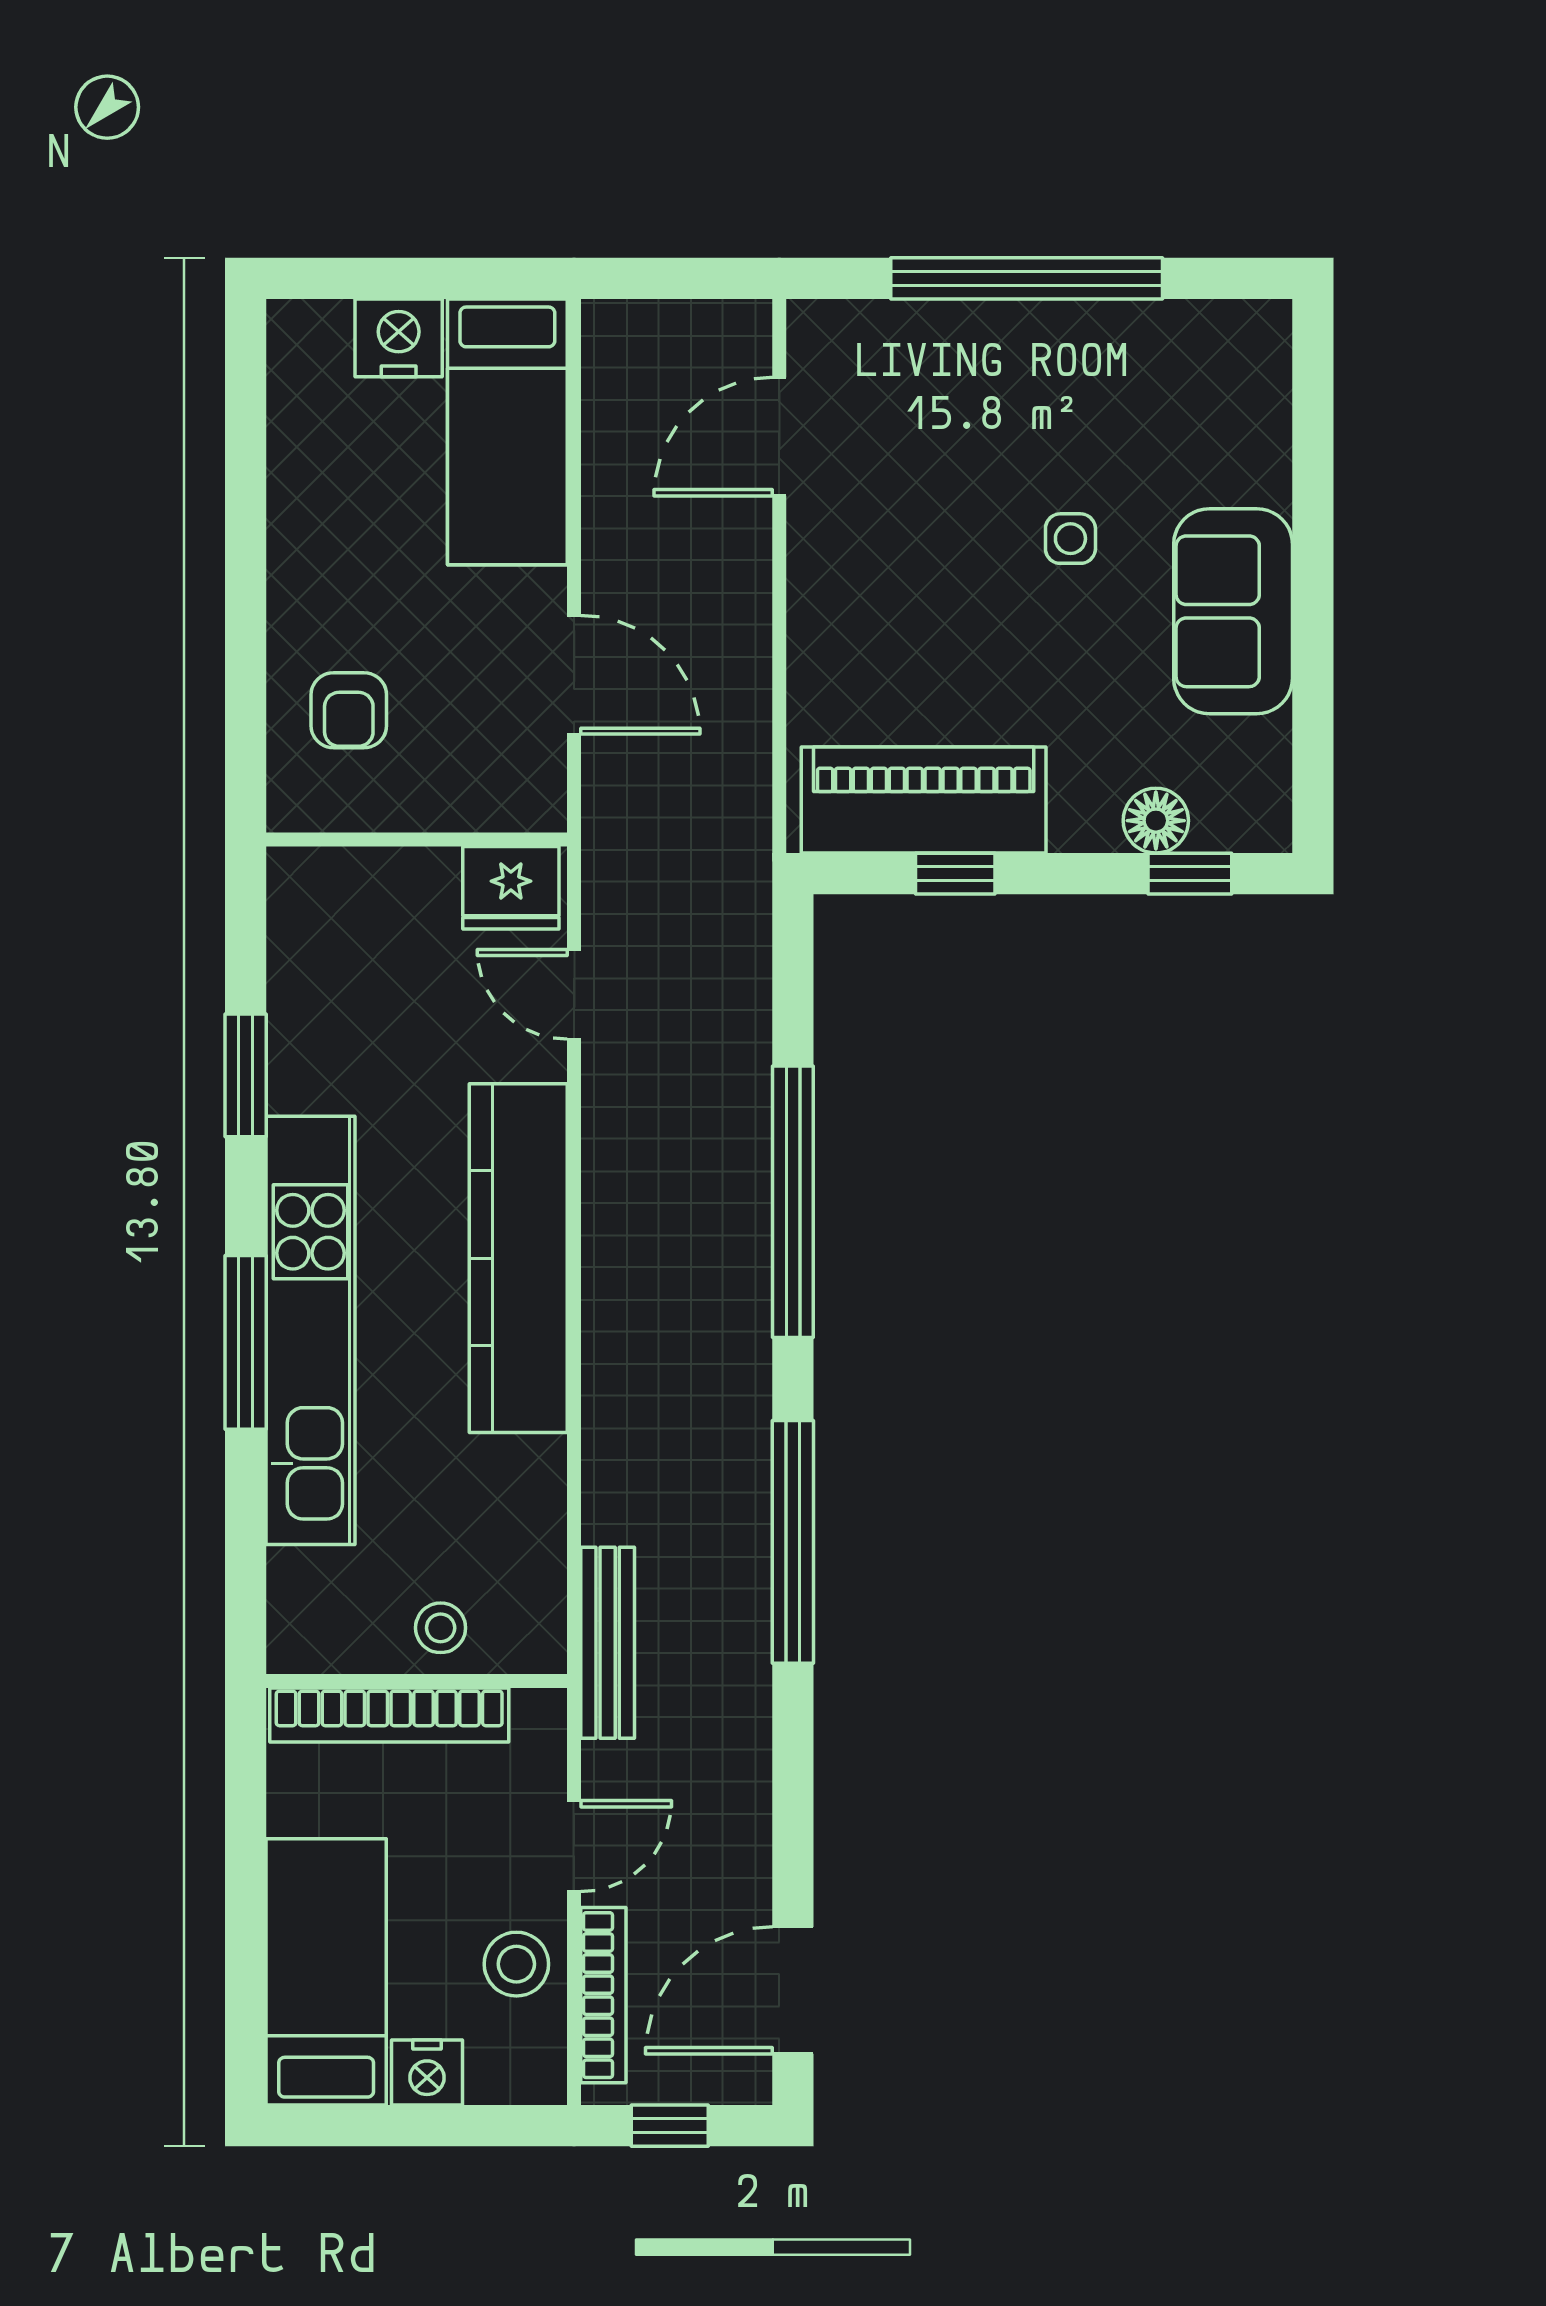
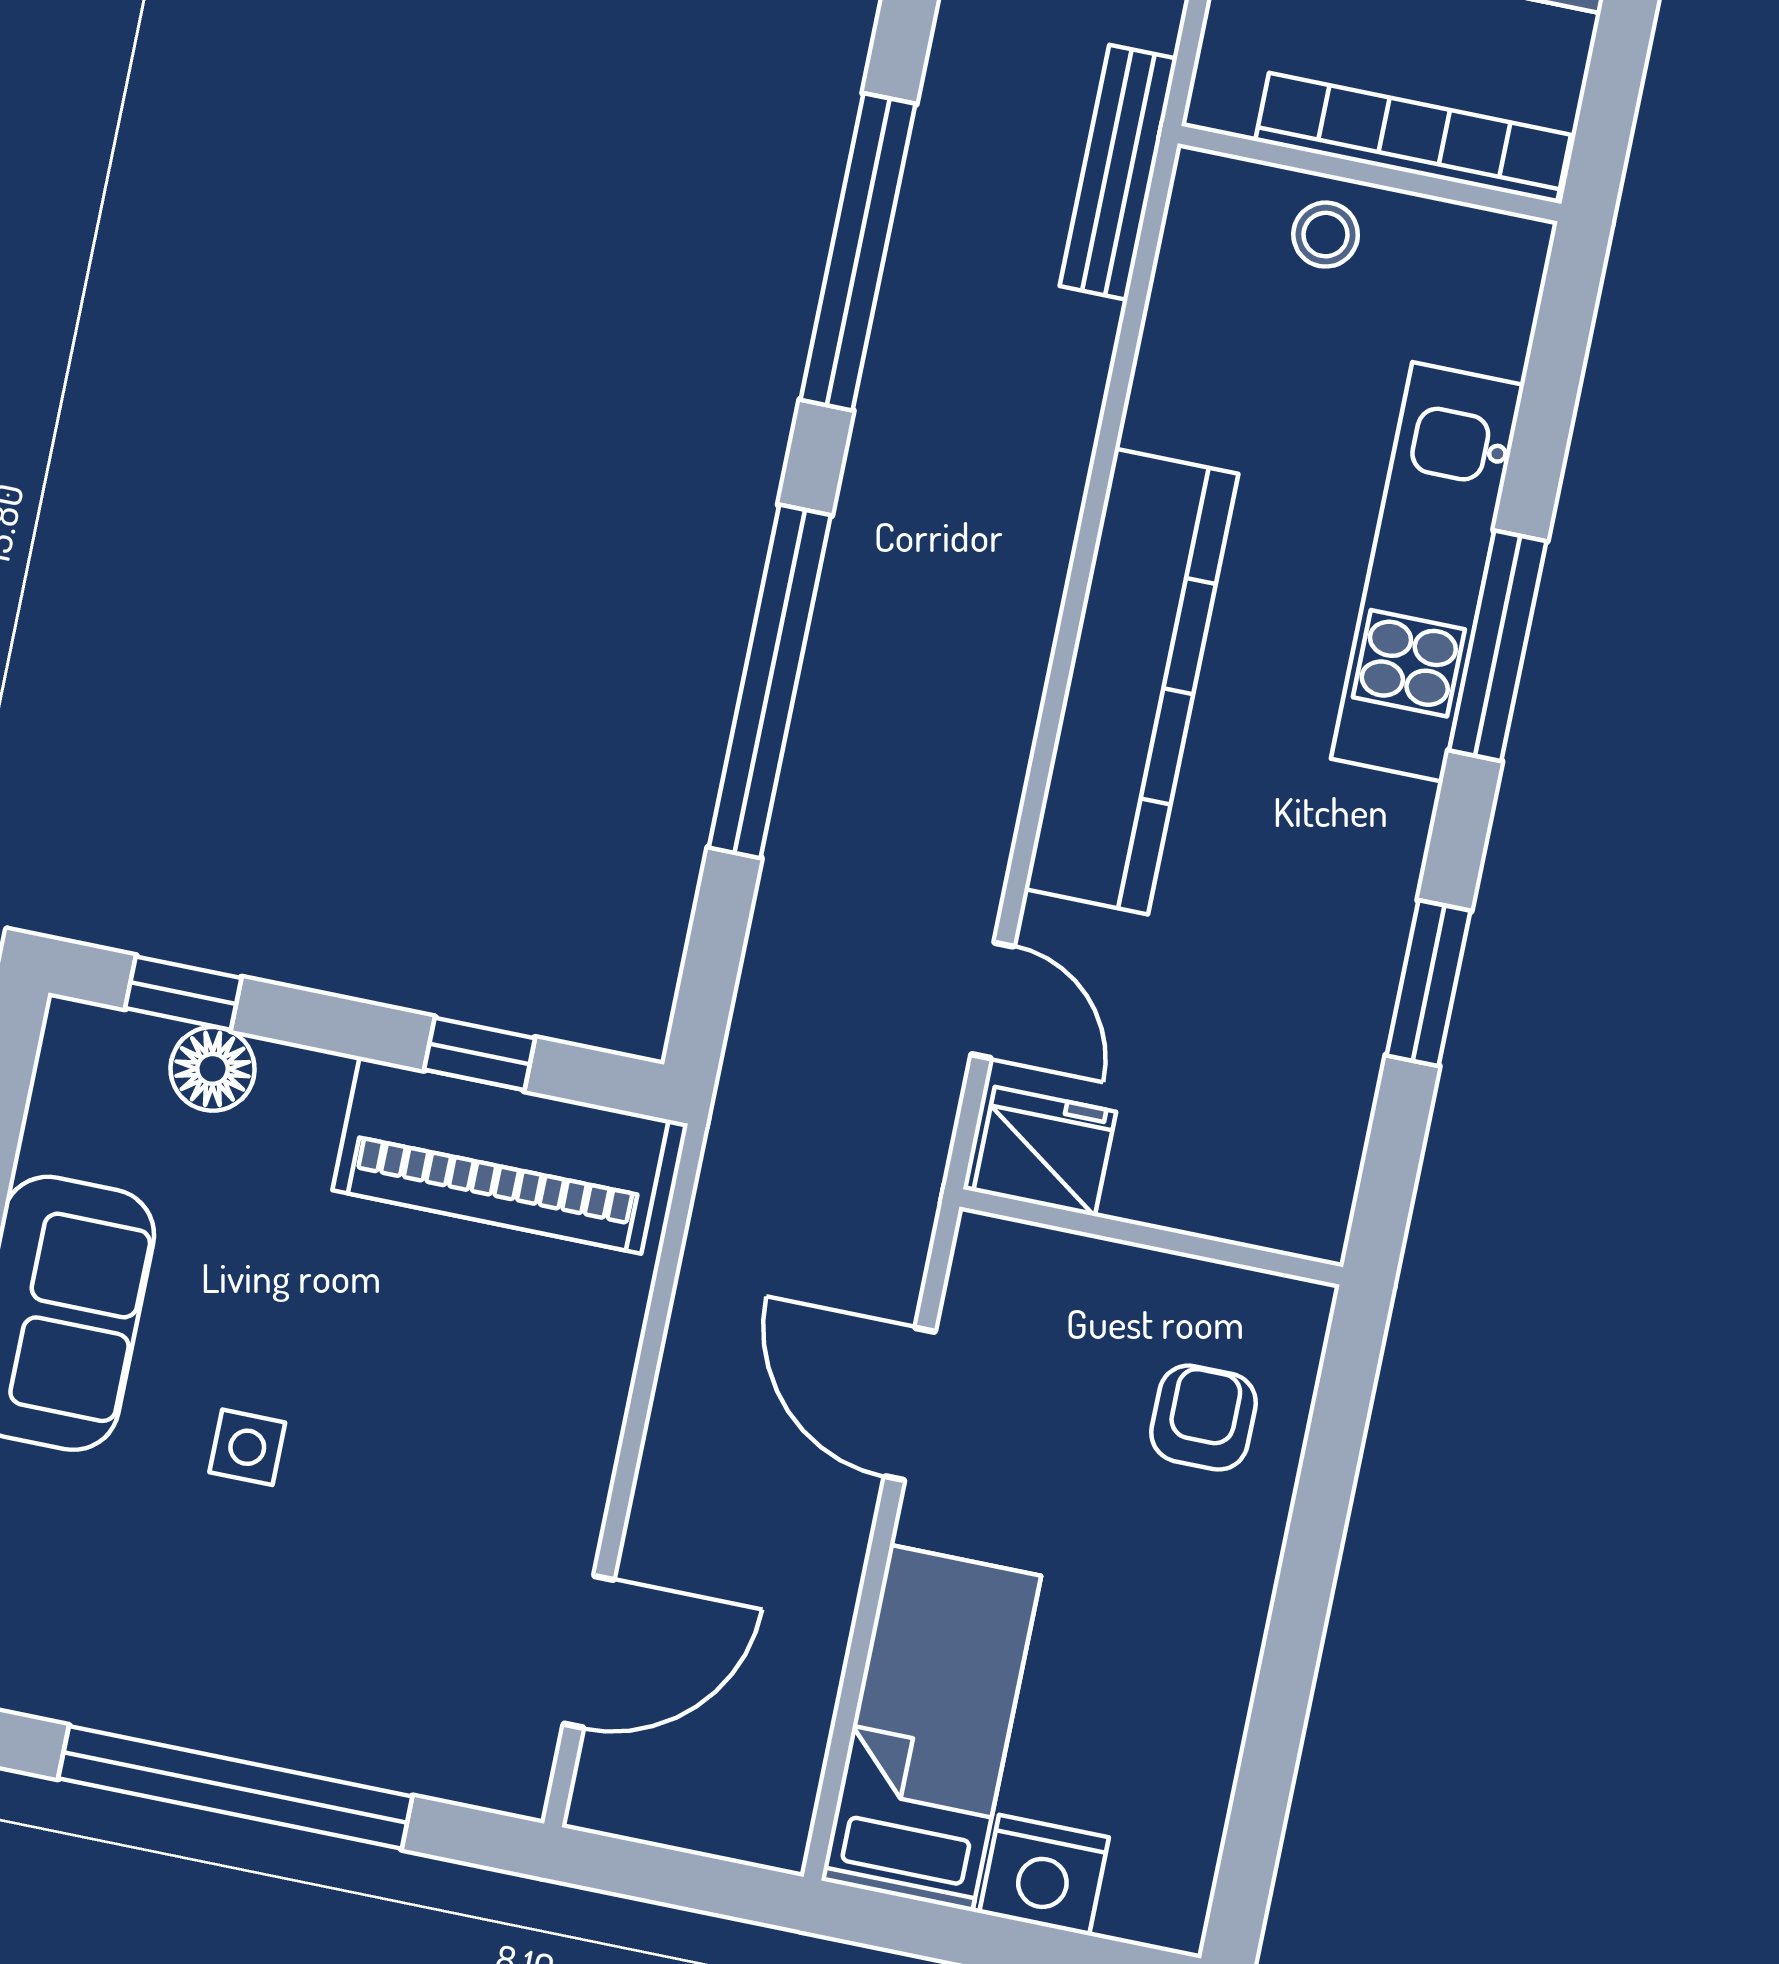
kitchen unit: (310, 1330) -> (1428, 572), width x0.73

